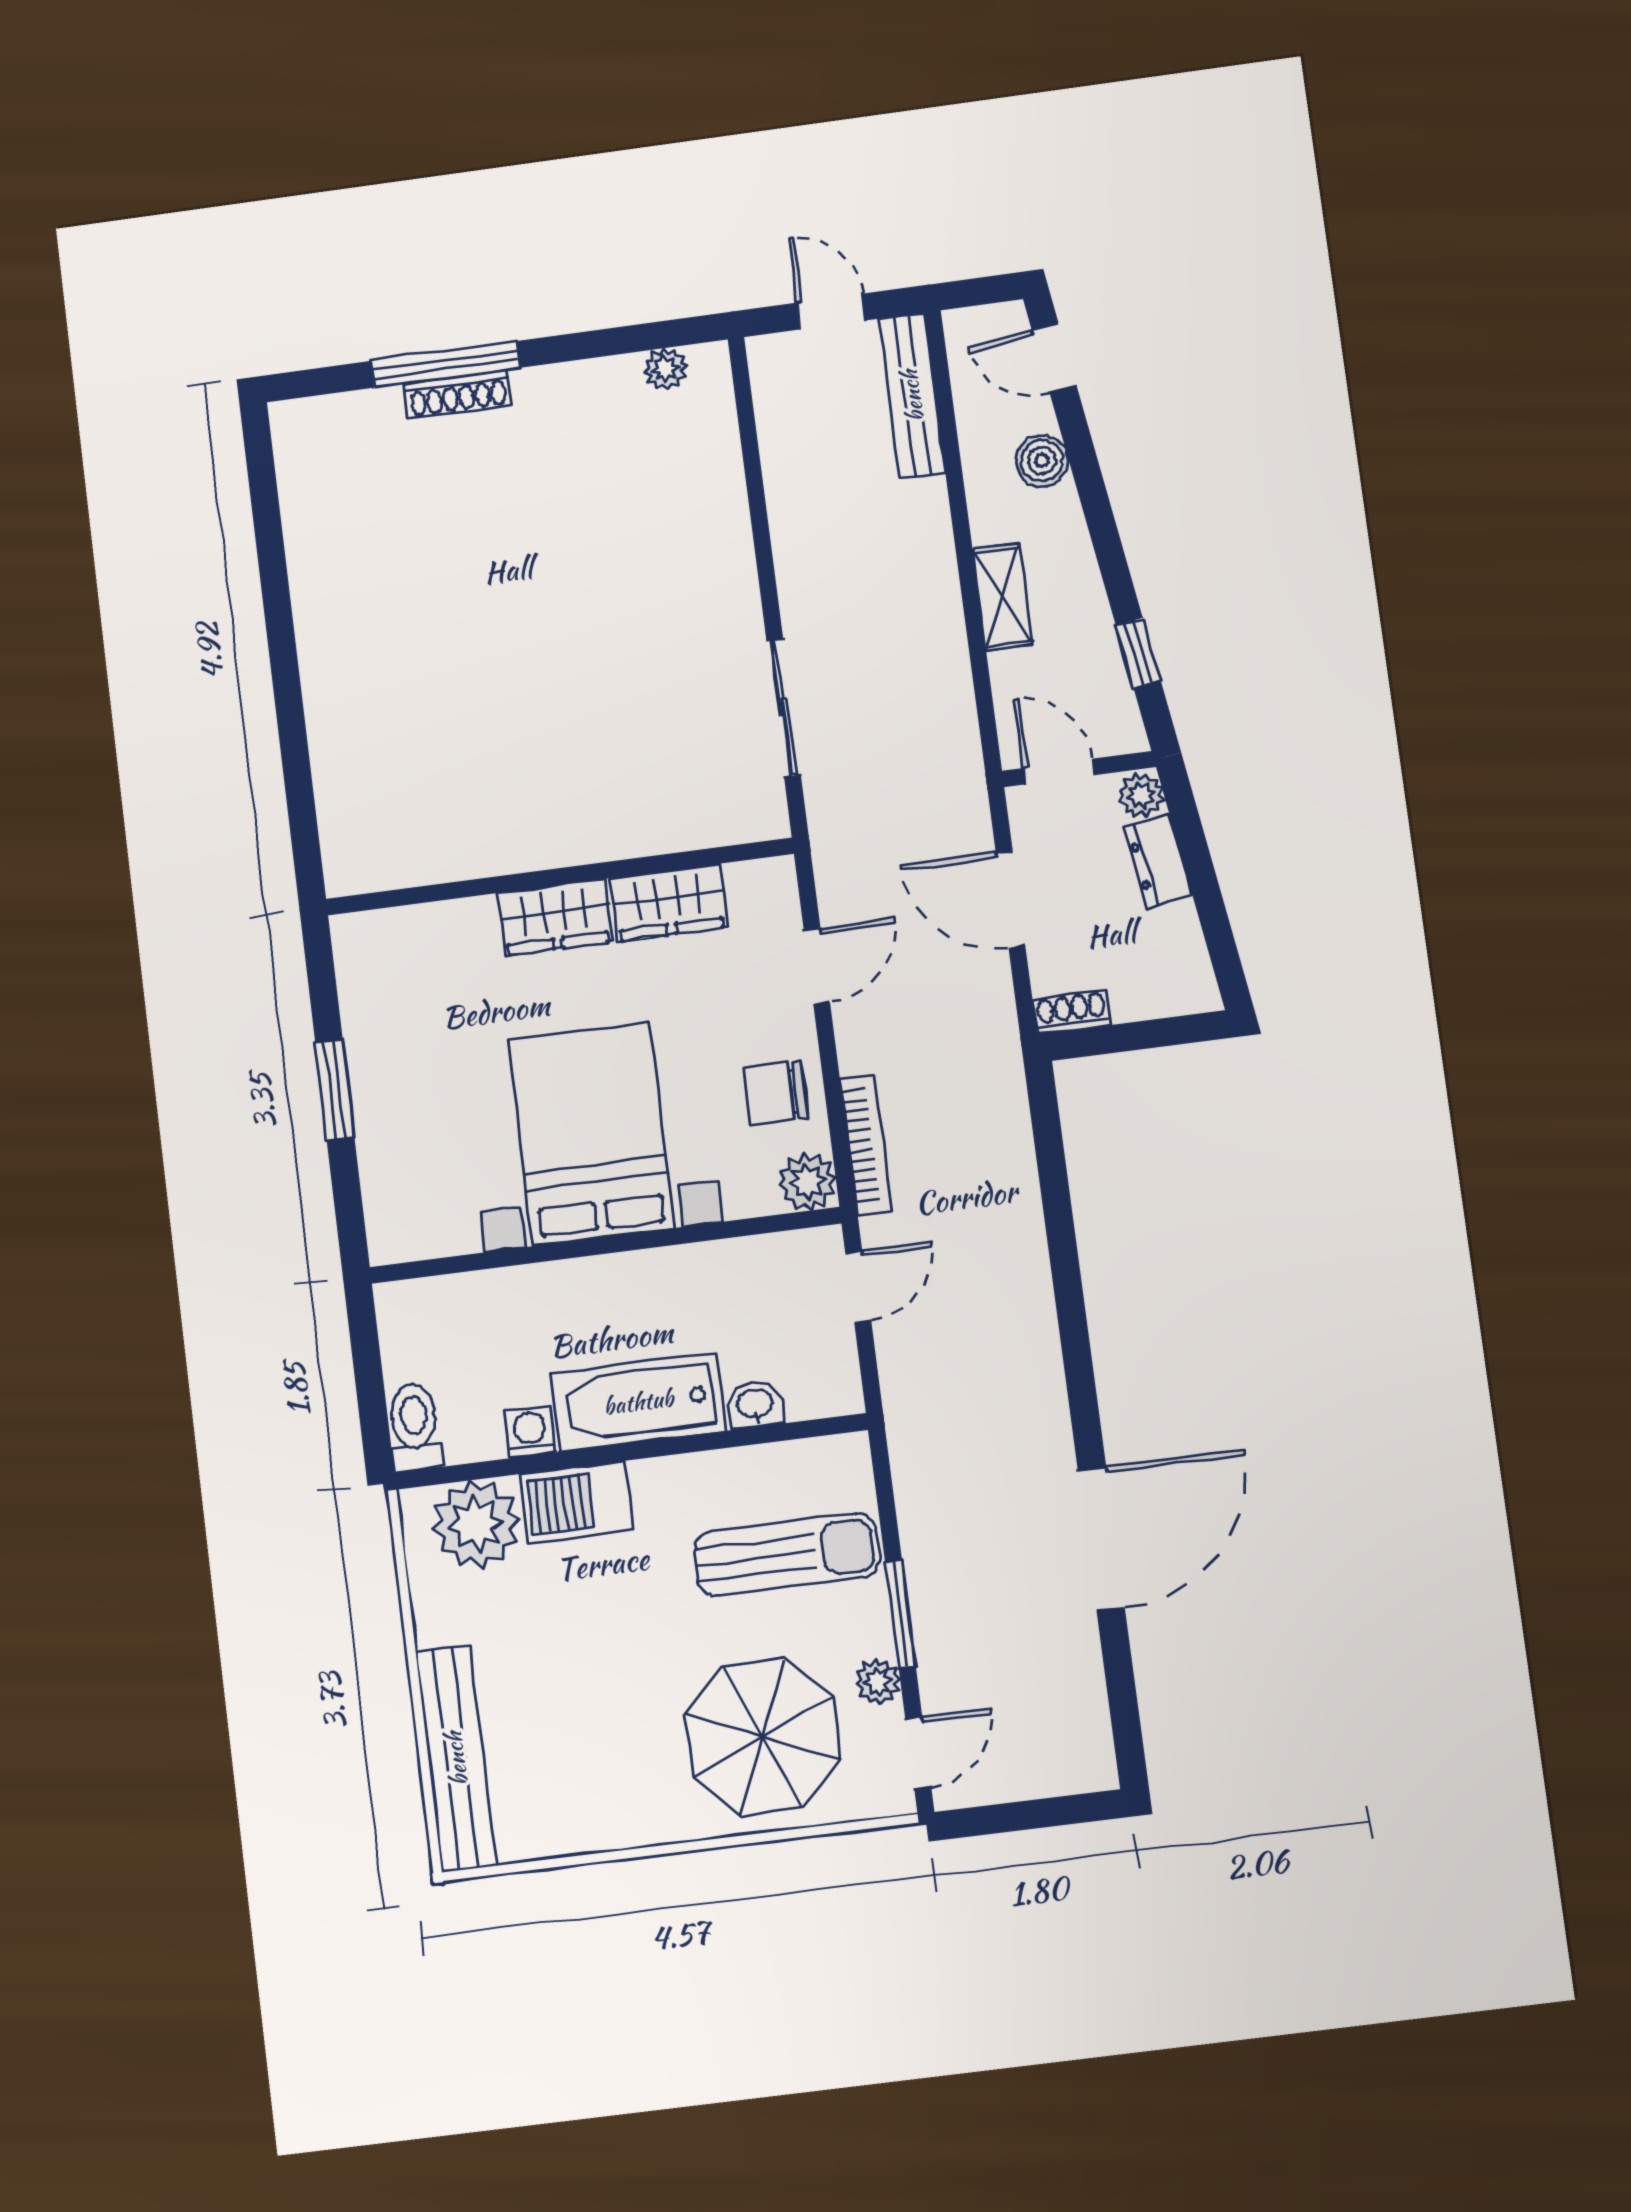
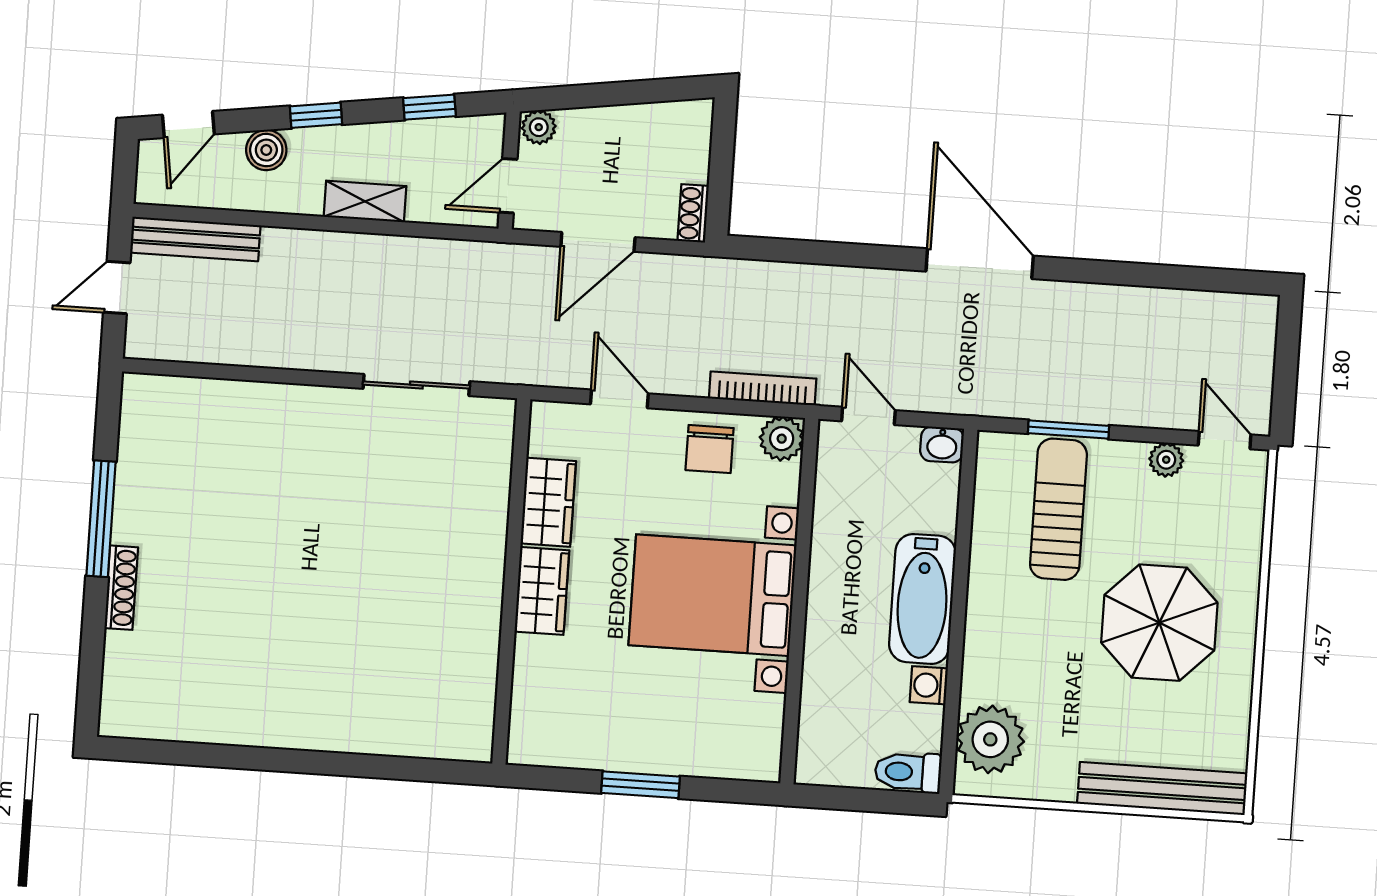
window: (445, 364) -> (101, 519), moved
plant: (665, 369) -> (135, 424), removed
window: (1098, 514) -> (316, 115), added
dresser: (1158, 862) -> (592, 125), removed
washbasin: (755, 1404) -> (942, 445), moved, turned -90
barbecue: (576, 1502) -> (988, 661), removed
door: (1101, 1539) -> (980, 264), moved
window: (900, 1614) -> (1068, 429), moved
parasol: (763, 1737) -> (1159, 623), moved

